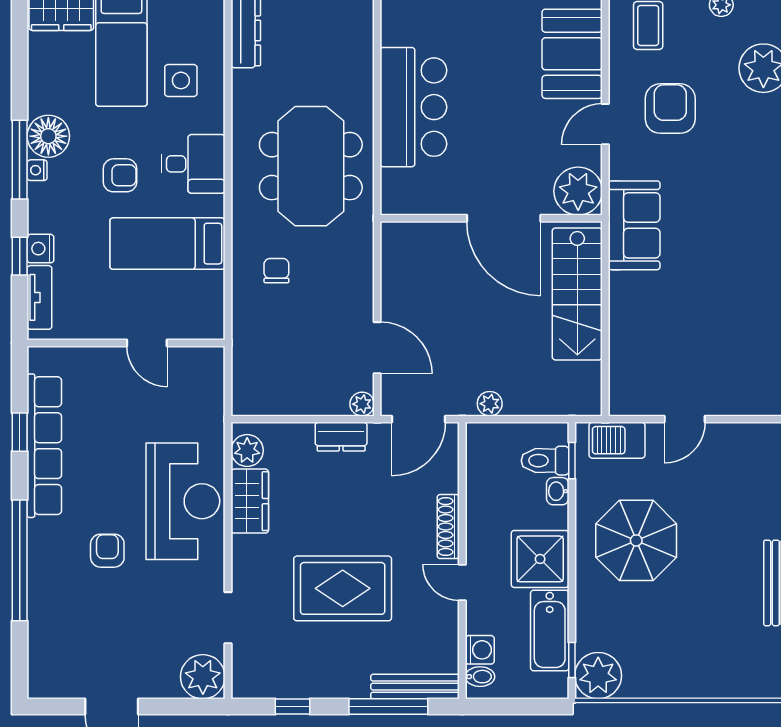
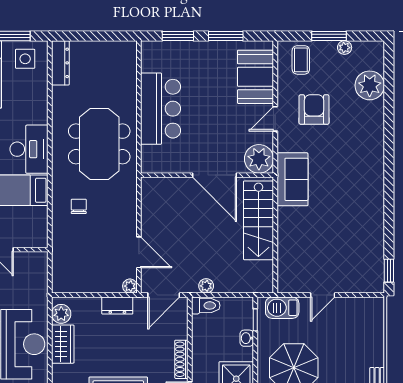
side table: (181, 80) -> (25, 59), moved
desk: (193, 164) -> (29, 149), width x1.37
toilet: (545, 461) -> (206, 305), moved, turned 180

